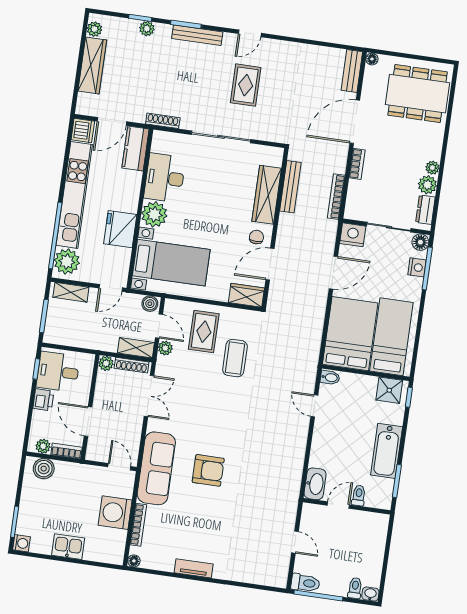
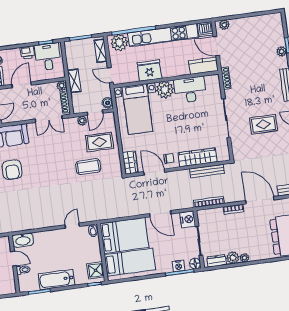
plant: (94, 29) -> (224, 25), moved
wardrobe: (92, 66) -> (248, 24), removed
shelving: (136, 348) -> (74, 81), moved

